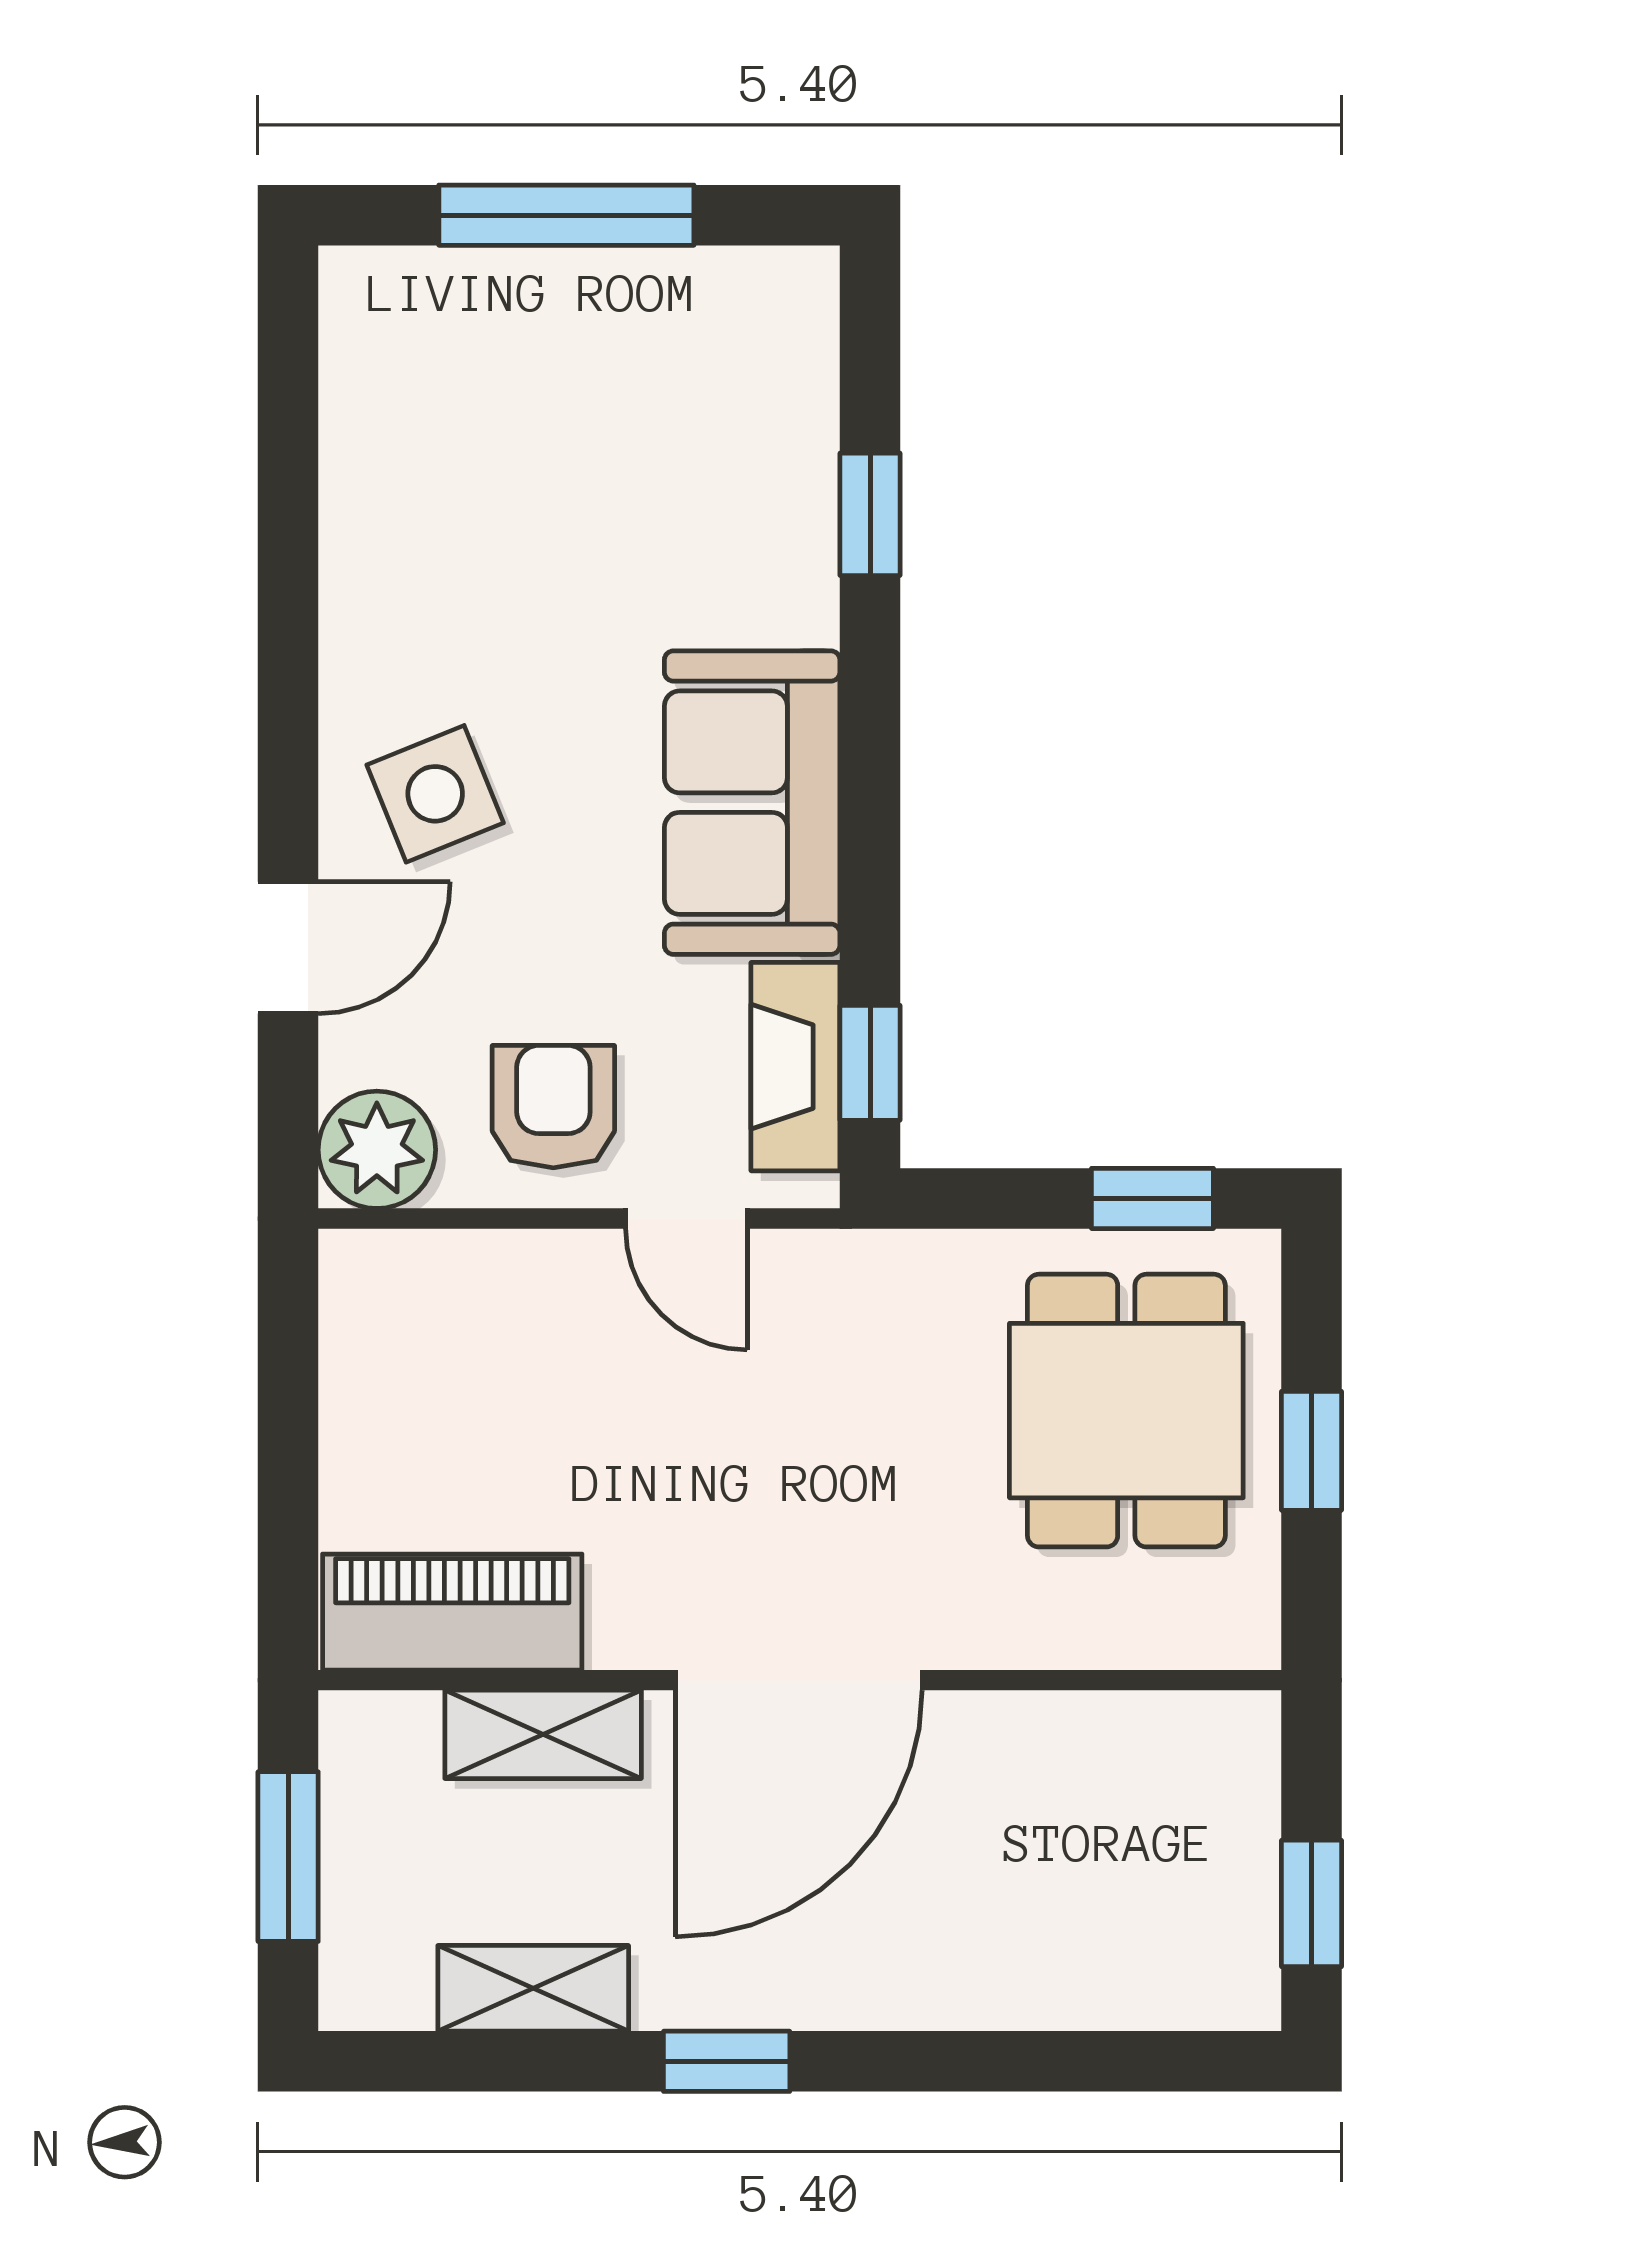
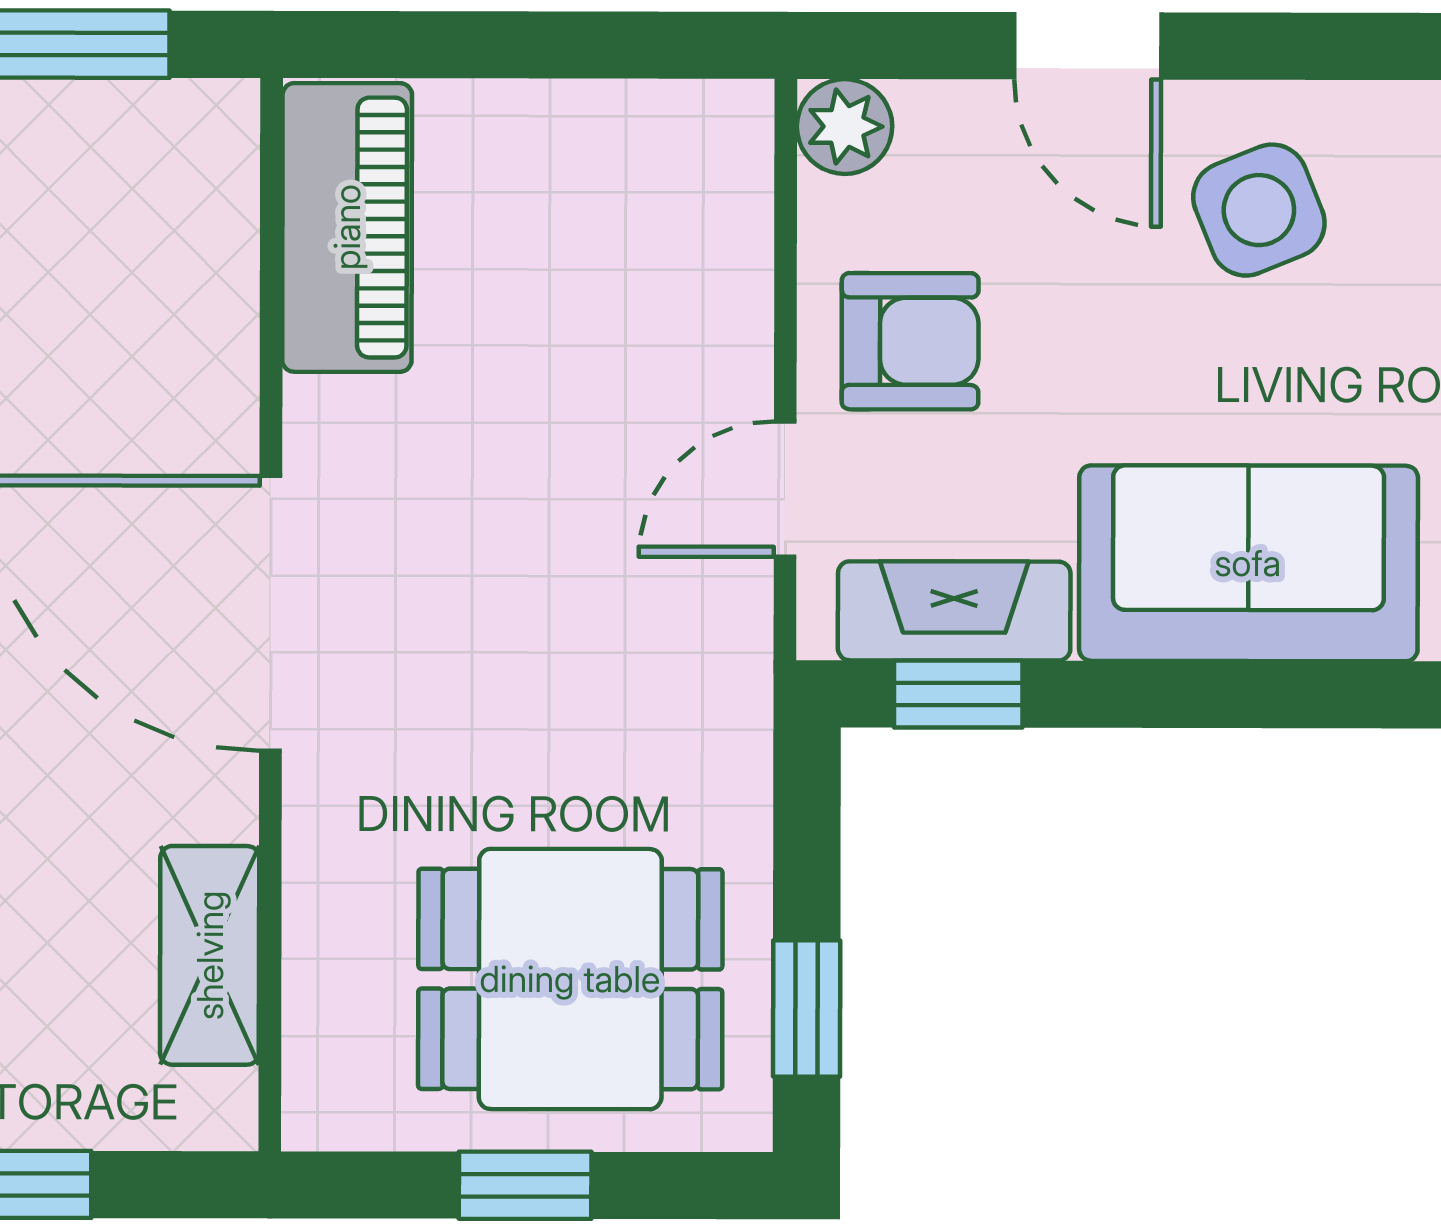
plant: (377, 1150) -> (845, 127), width x0.73, depth x0.73
shelving: (543, 1734) -> (210, 955), moved

